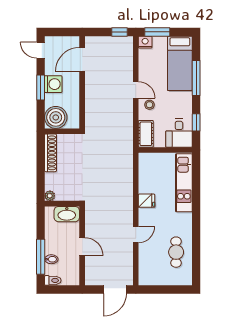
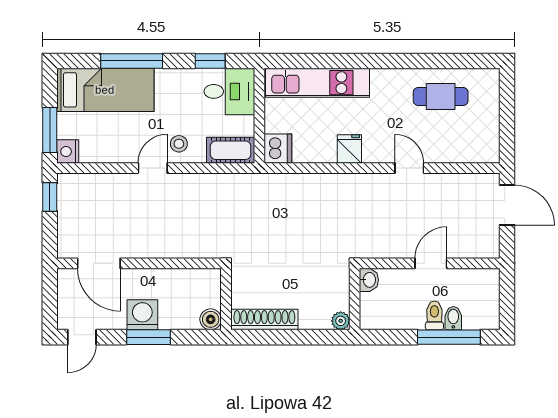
boiler: (56, 117) -> (211, 319), width x0.54, depth x0.54
dishwasher: (147, 160) -> (278, 149), added
washbasin: (67, 214) -> (369, 280), width x0.52, depth x0.69
toilet: (53, 280) -> (434, 315), moved

